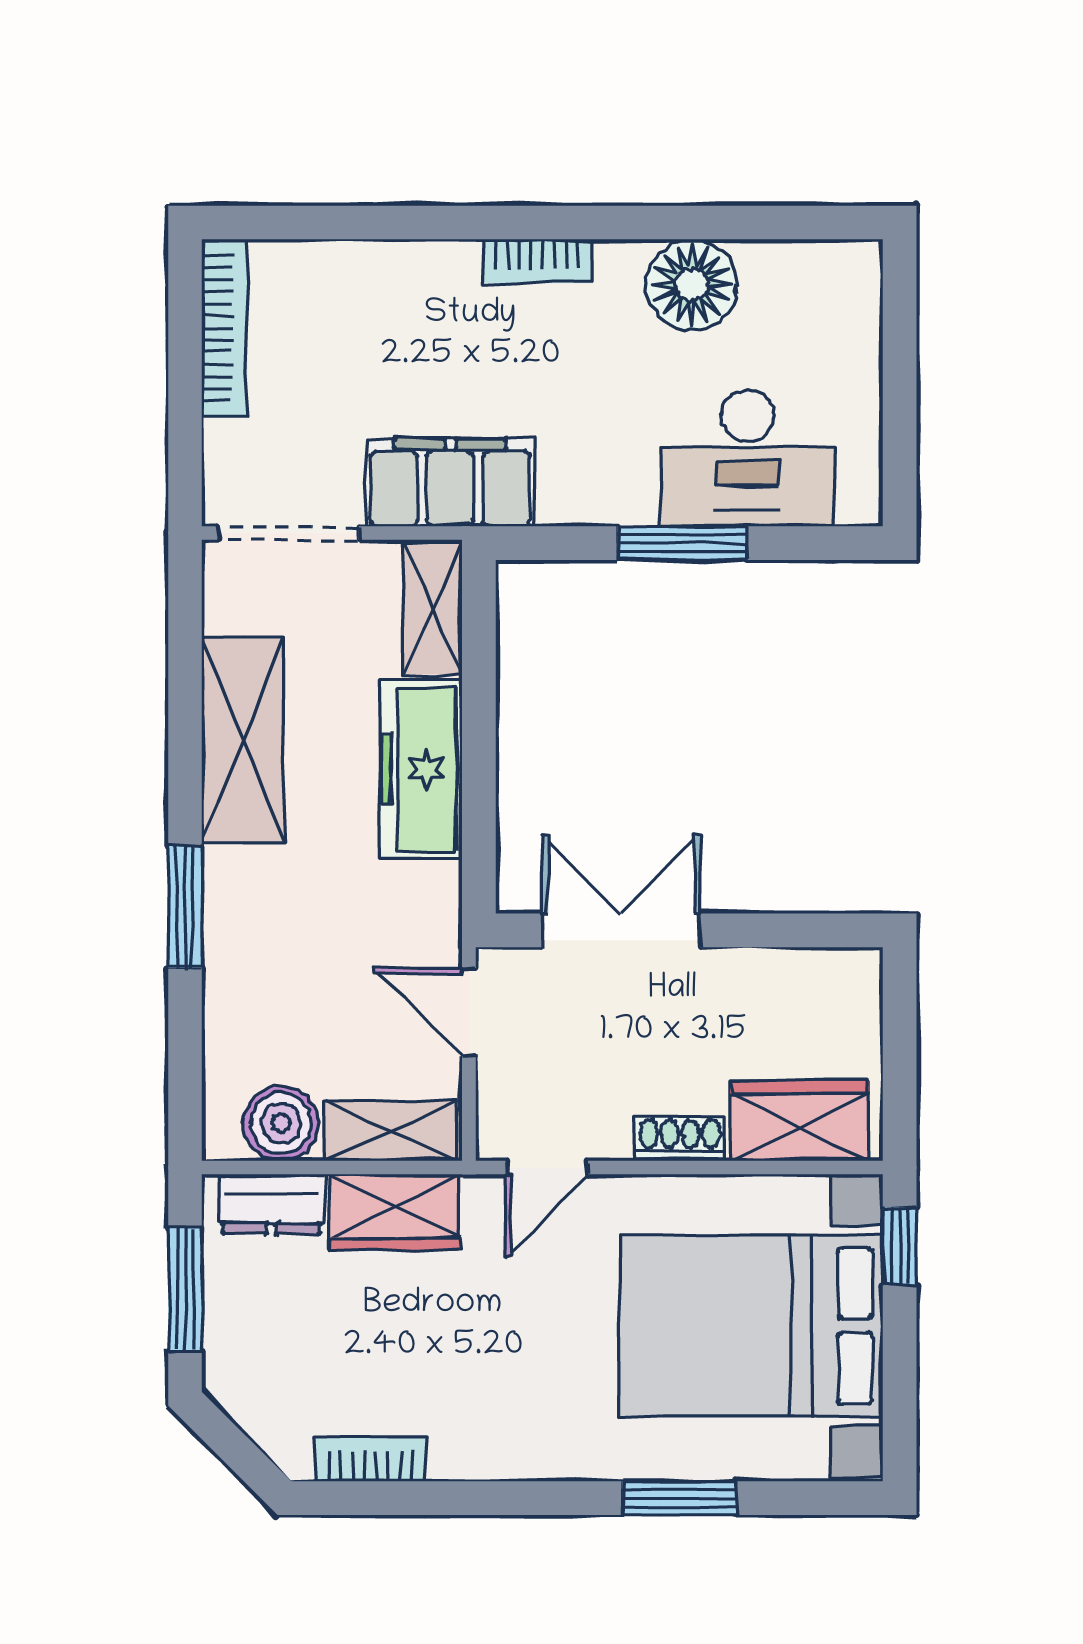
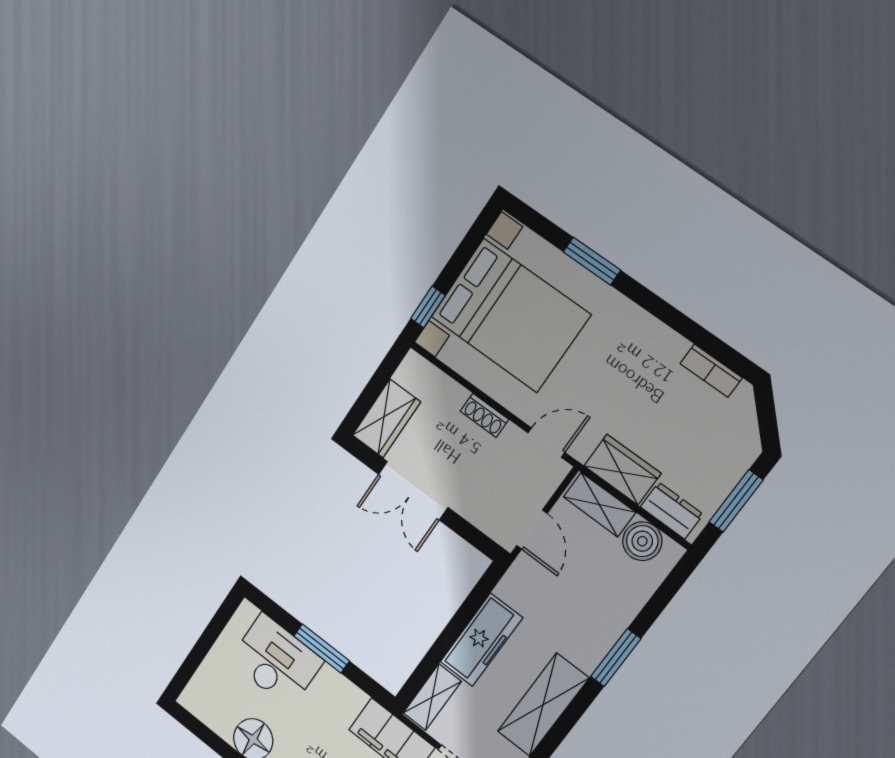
double door: (621, 930) -> (413, 491), moved
wardrobe: (800, 1121) -> (386, 419), moved, turned -90

